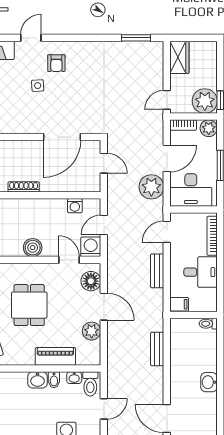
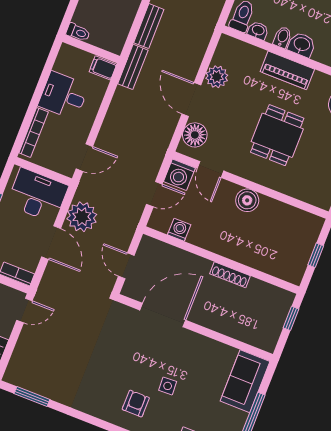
door: (167, 158) -> (51, 243), swing flipped
bench: (157, 271) -> (133, 67), moved
piano: (55, 356) -> (287, 70), moved

